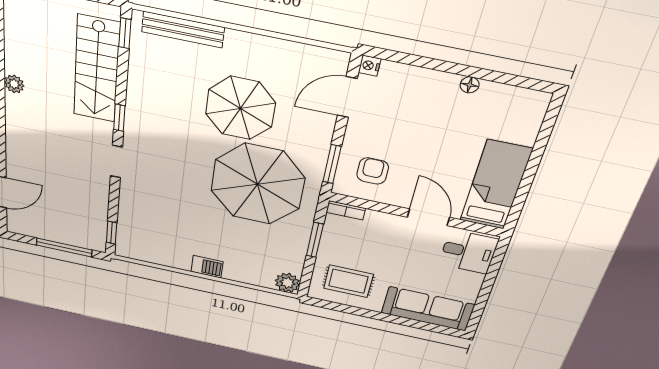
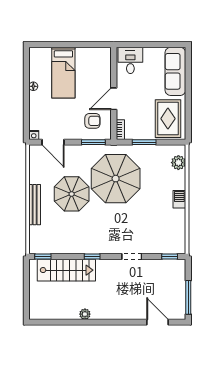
bench: (183, 30) -> (35, 205), moved
doorway: (116, 162) -> (132, 257), moved
armchair: (373, 171) -> (92, 121), turned 180
bed: (496, 185) -> (63, 73), moved, turned -90
door: (428, 217) -> (114, 99), moved
window: (64, 248) -> (188, 297), moved
rug: (348, 281) -> (168, 119), width x1.36, depth x1.43
plant: (287, 283) -> (178, 163), moved

